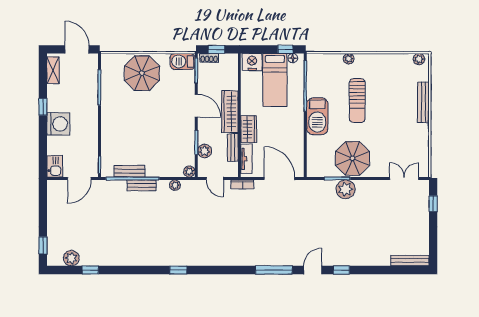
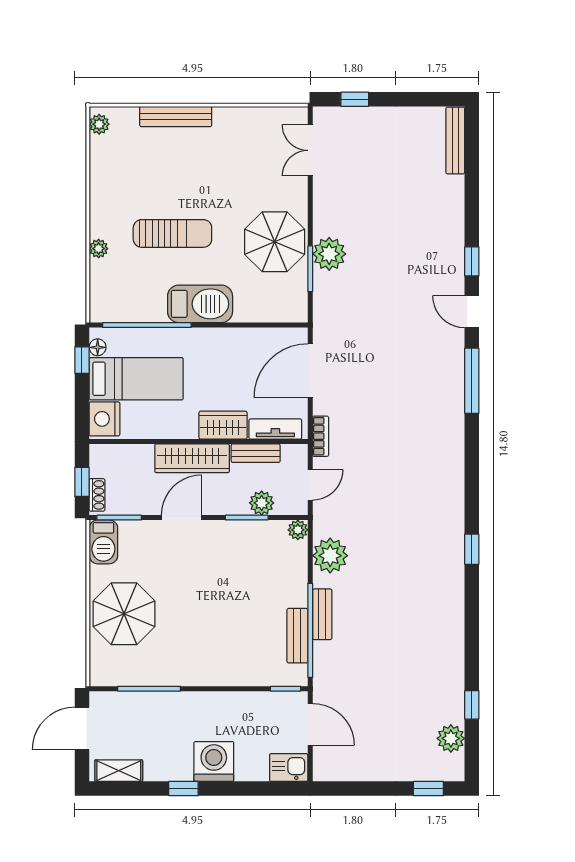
plant: (175, 185) -> (330, 556), width x1.88, depth x1.88

